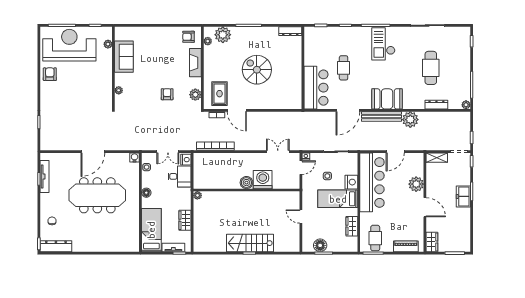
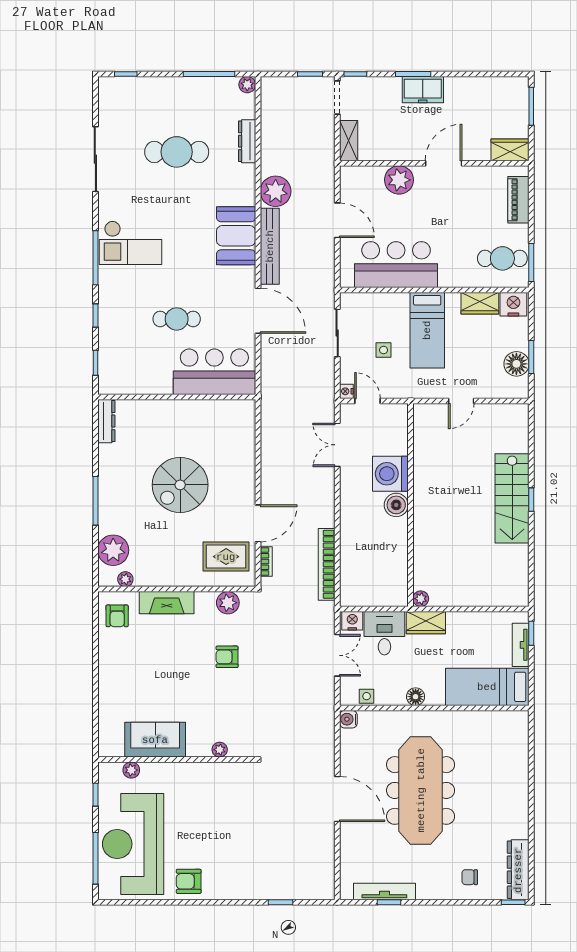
nightstand: (351, 182) -> (513, 304), moved
bar counter: (372, 182) -> (396, 265), width x0.73
wardrobe: (185, 220) -> (426, 623), moved

